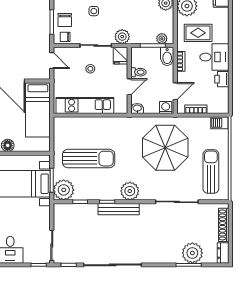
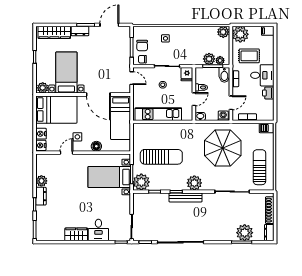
plant: (122, 37) -> (209, 59), moved

